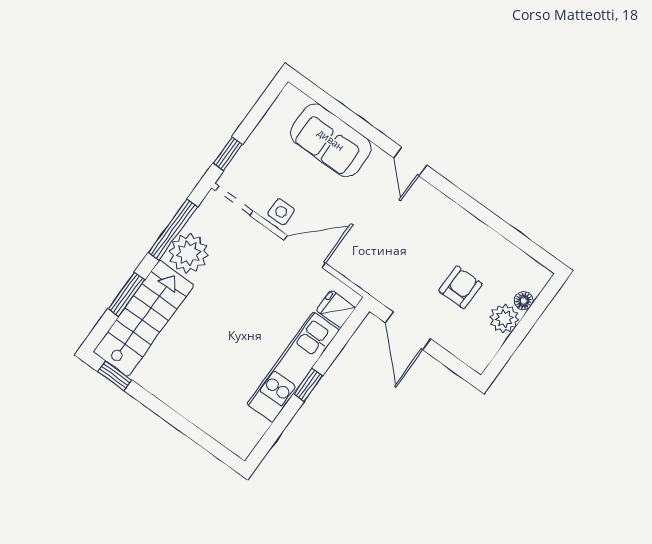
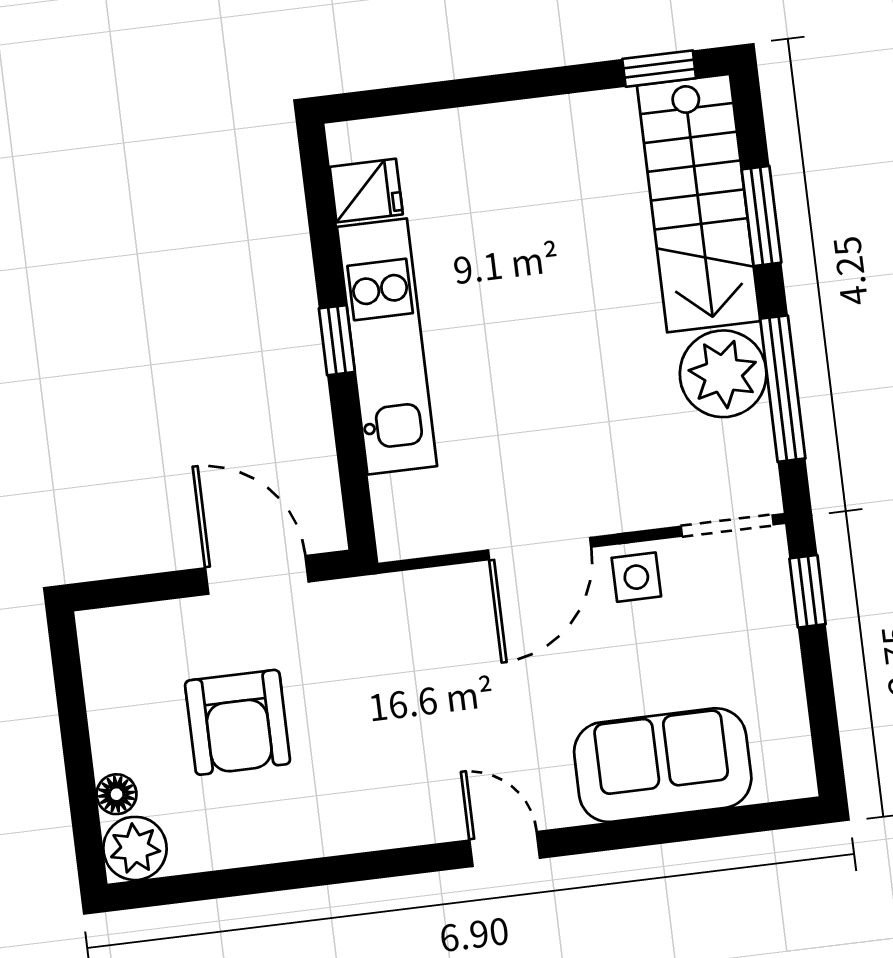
armchair: (460, 287) -> (238, 722), width x1.38, depth x1.38
fridge: (336, 309) -> (366, 191), moved
plant: (504, 318) -> (135, 848), moved

